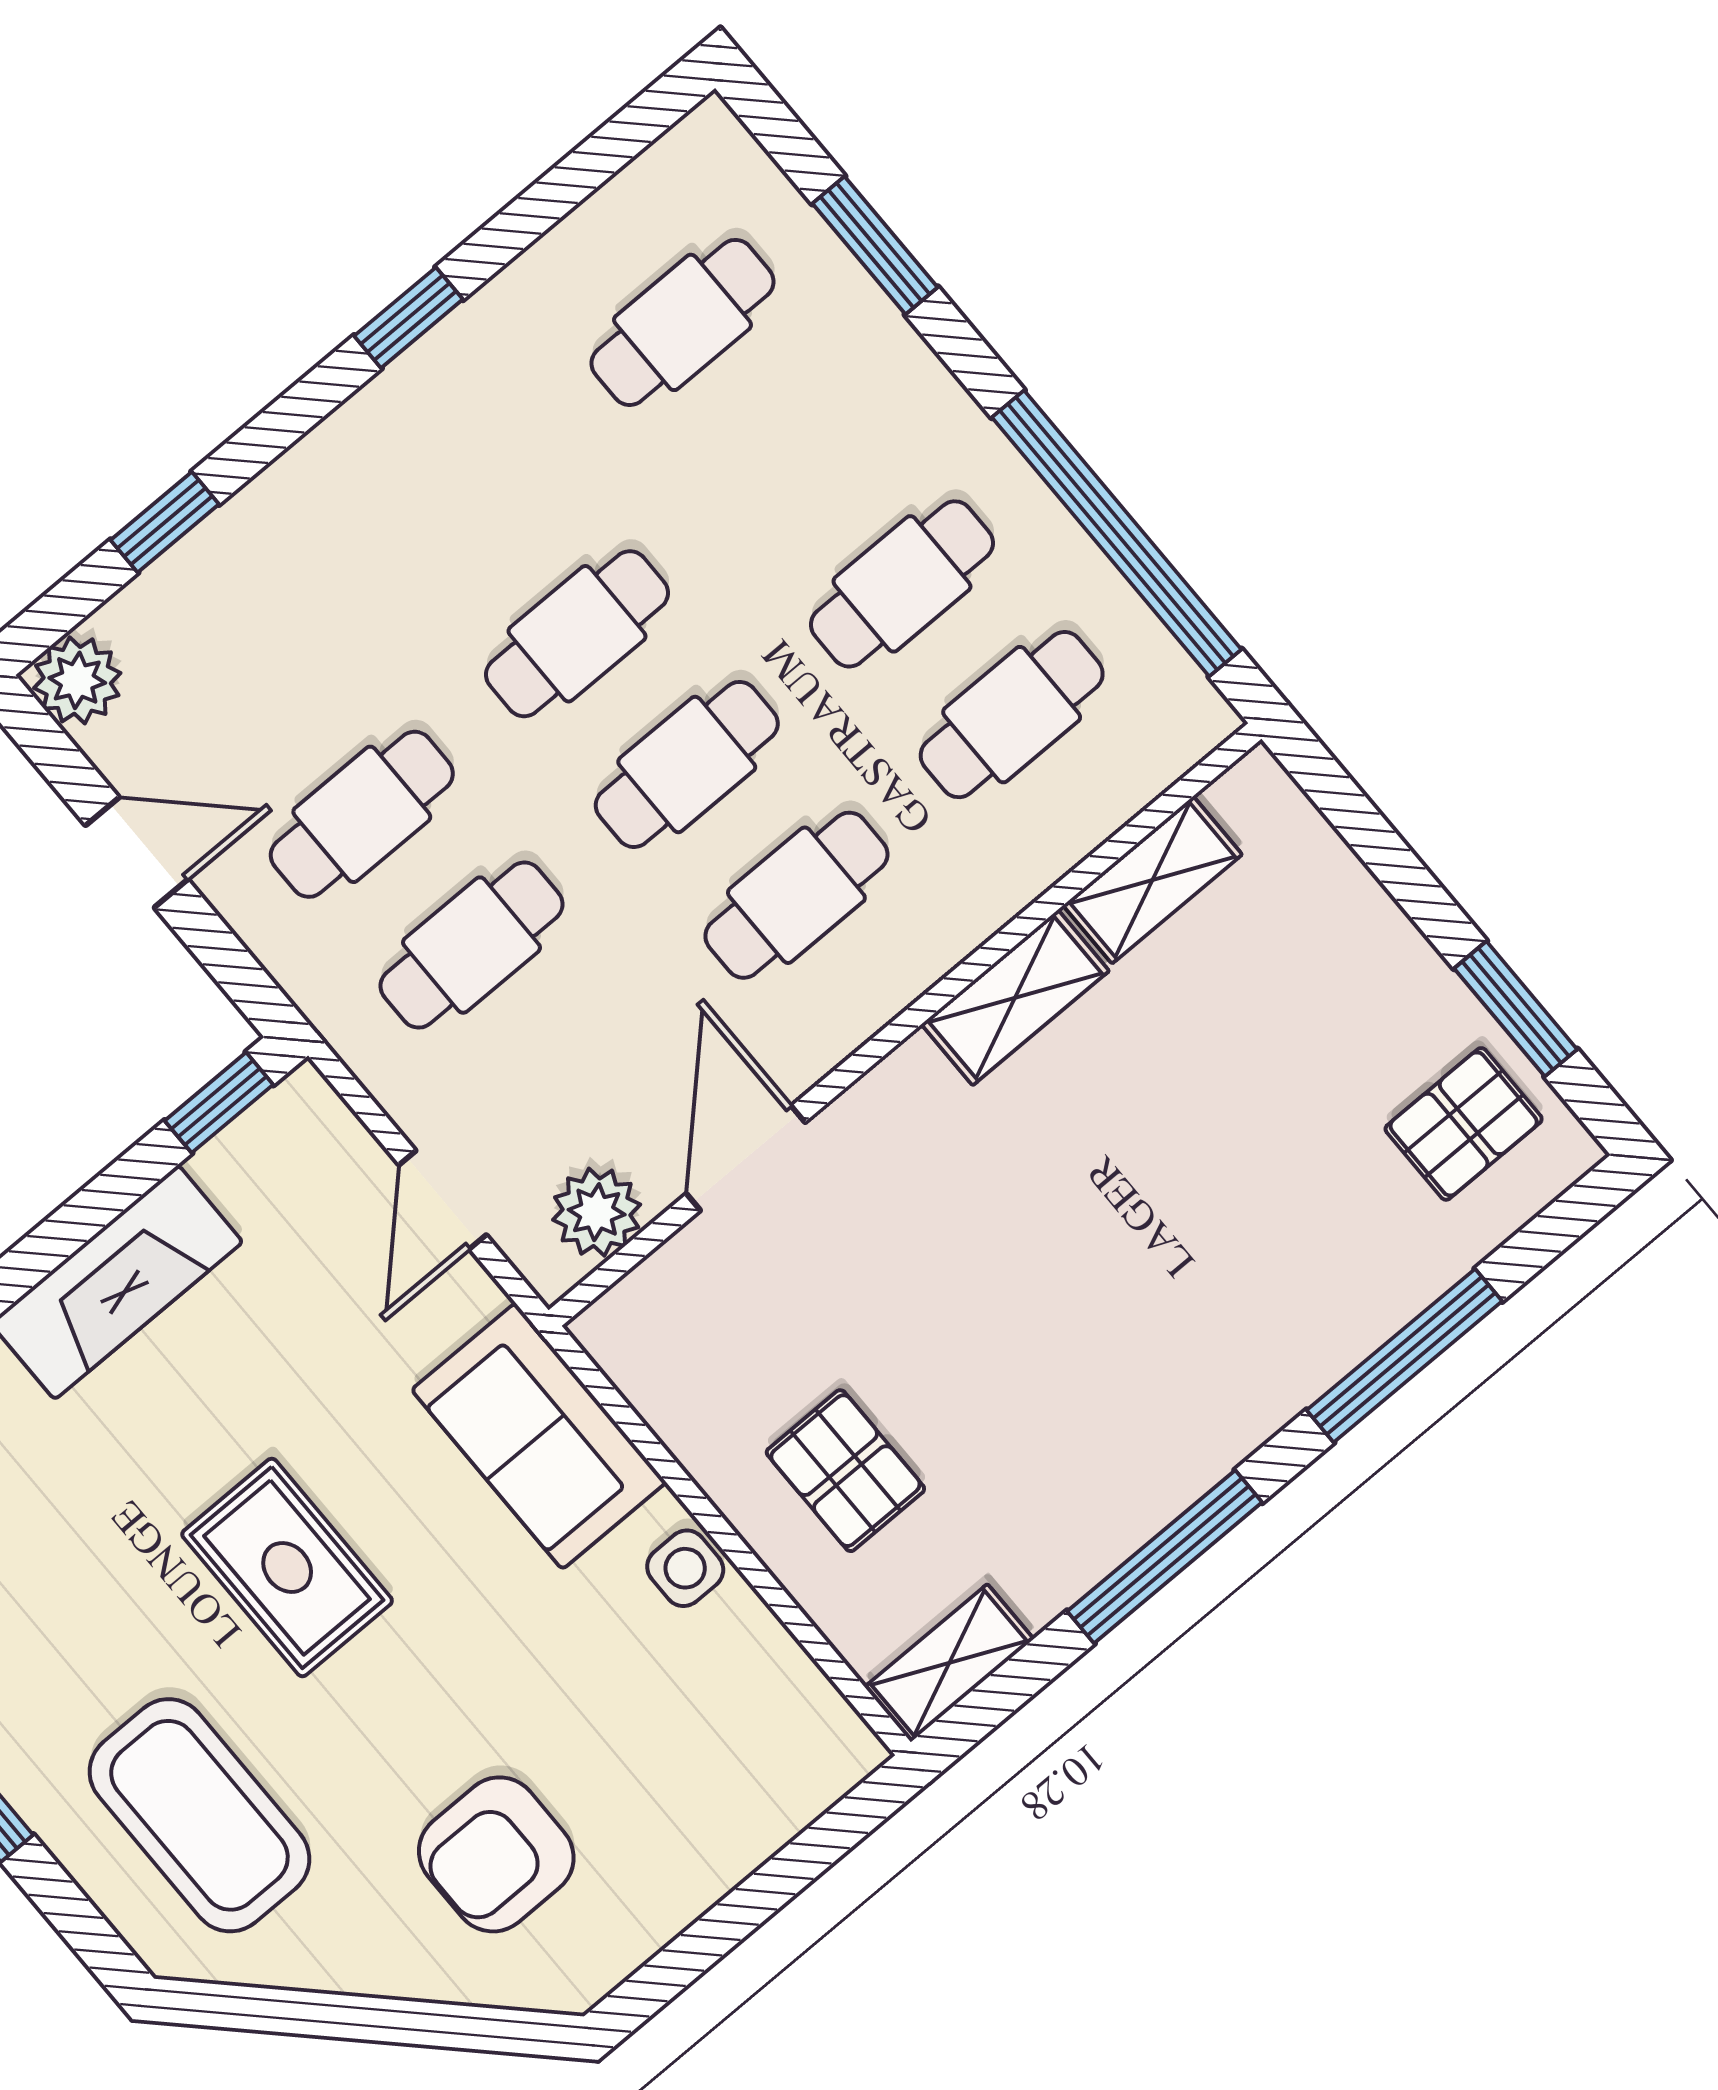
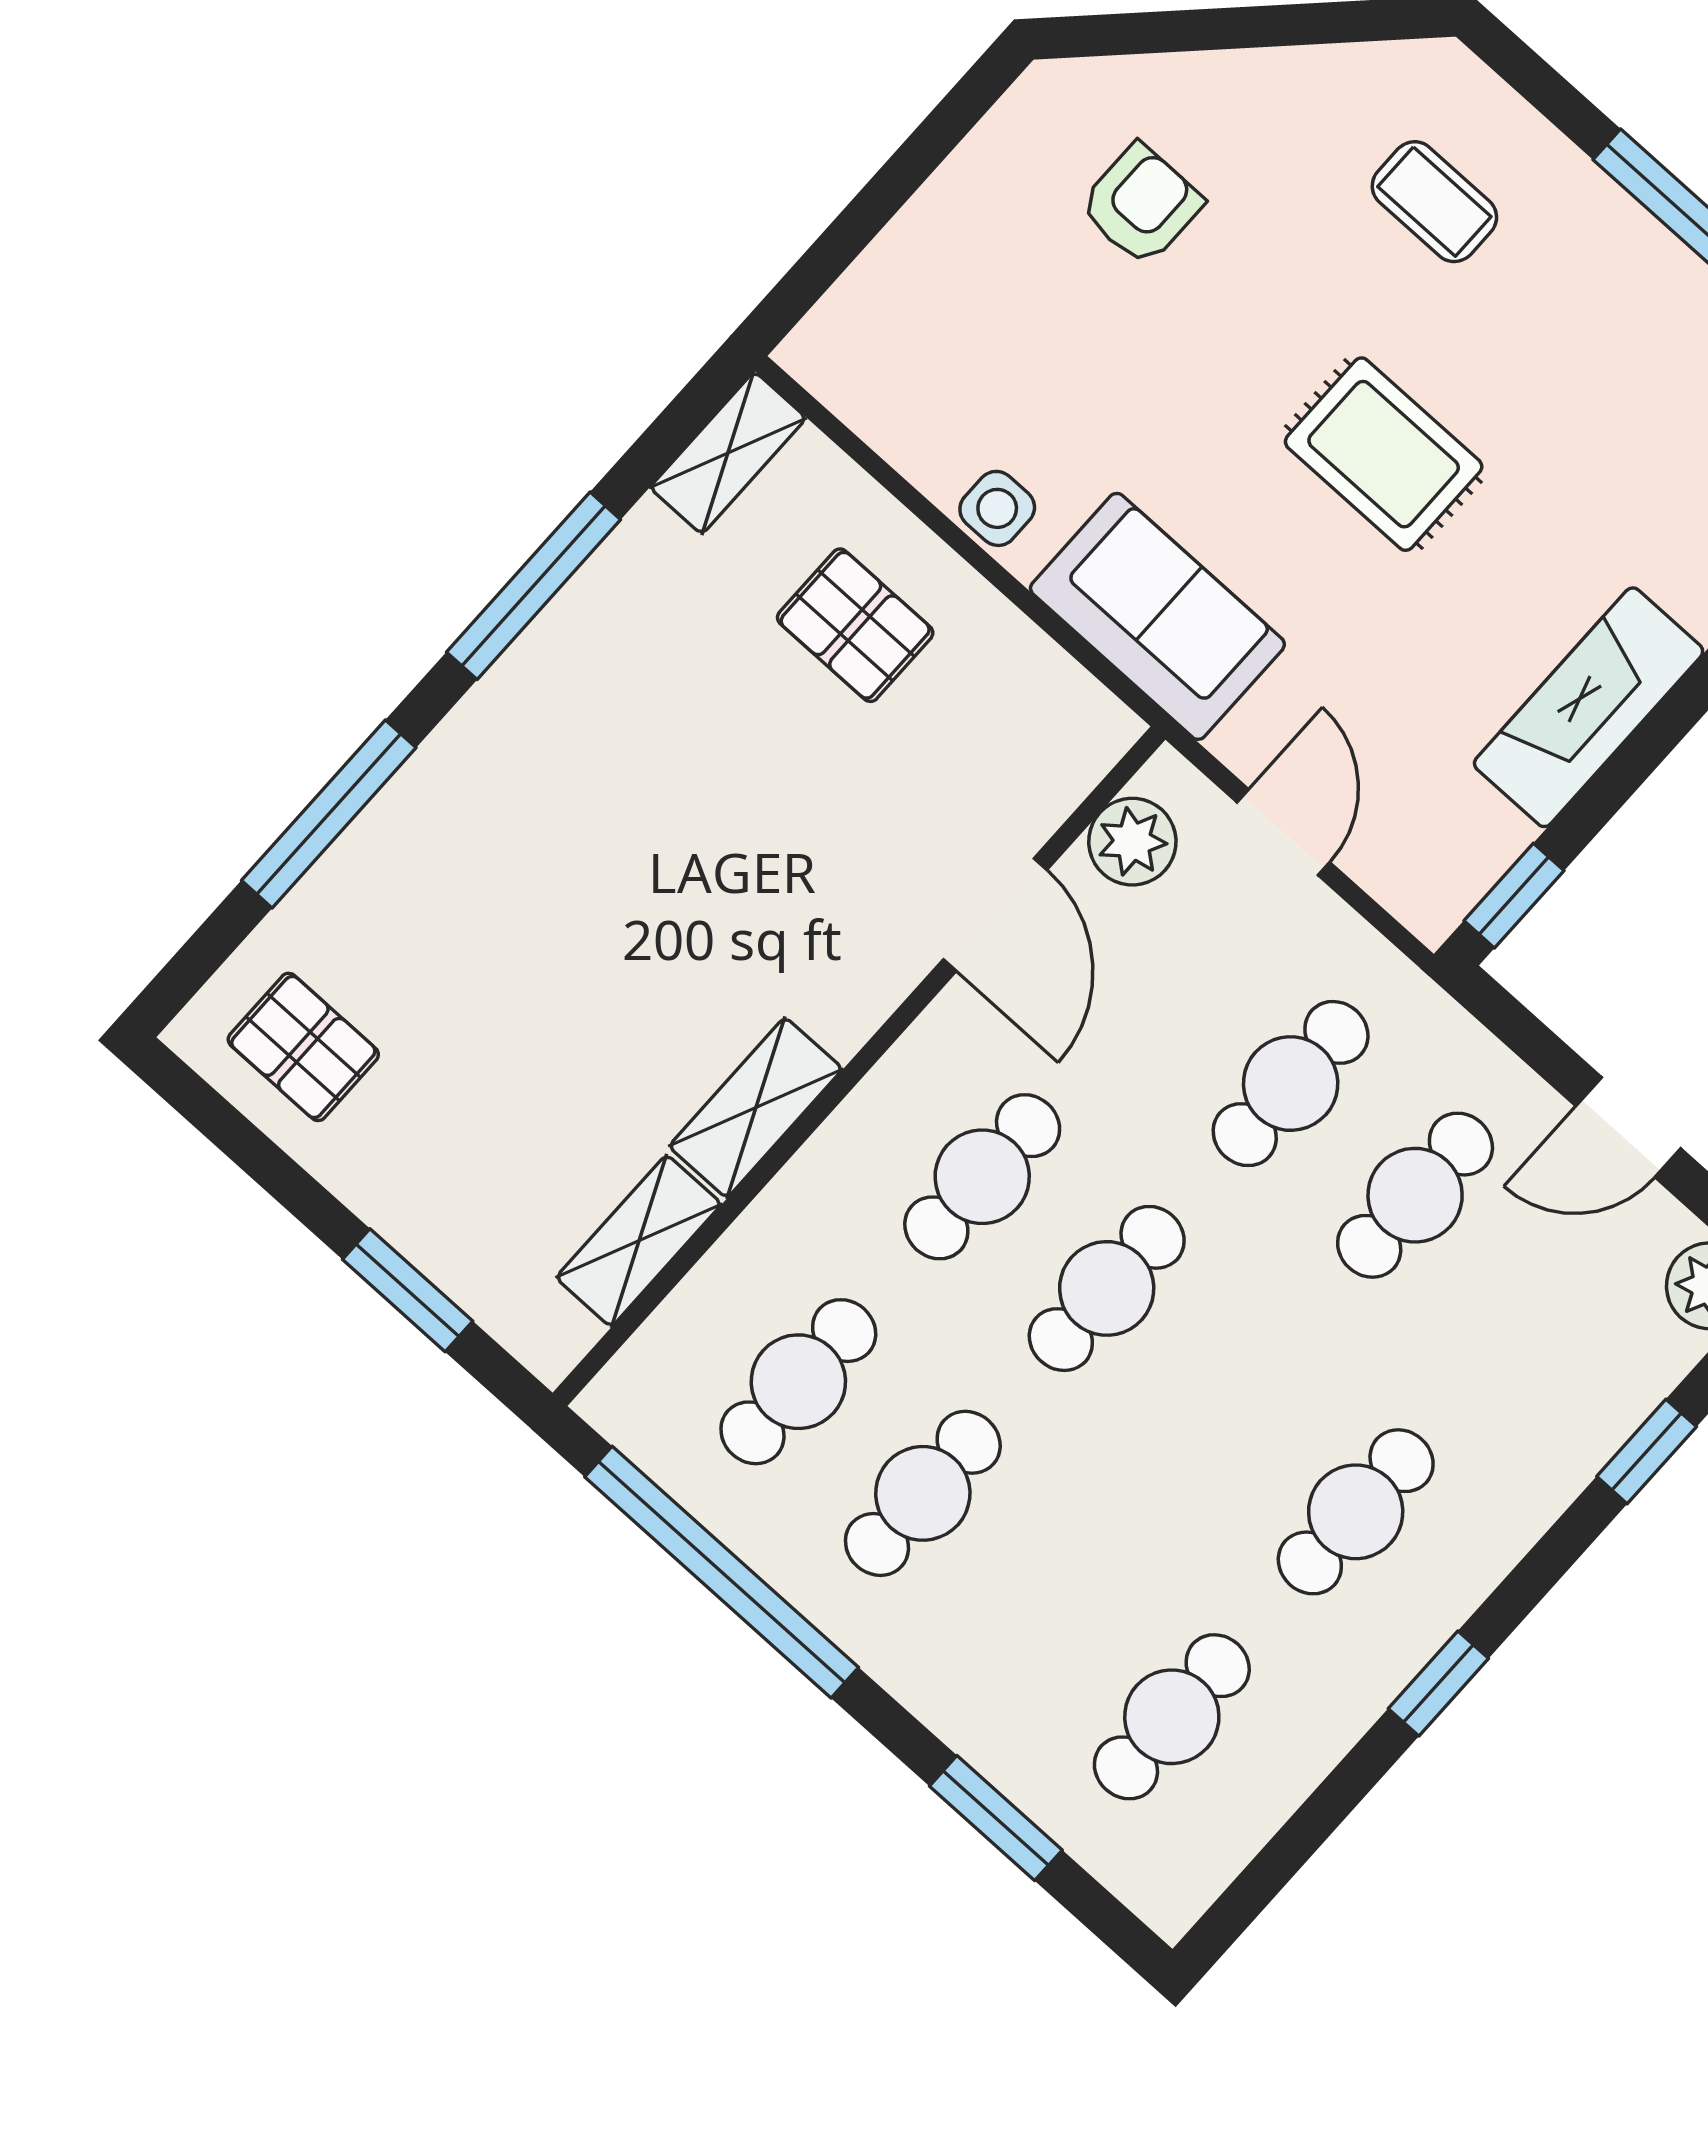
cafe table: (577, 634) -> (1356, 1512), moved
window: (1516, 1009) -> (408, 1290), moved
pallet: (1464, 1124) -> (303, 1047), turned 90
coffee table: (199, 1815) -> (1434, 202), width x0.54, depth x0.58
armchair: (496, 1854) -> (1141, 205), width x0.72, depth x0.72

